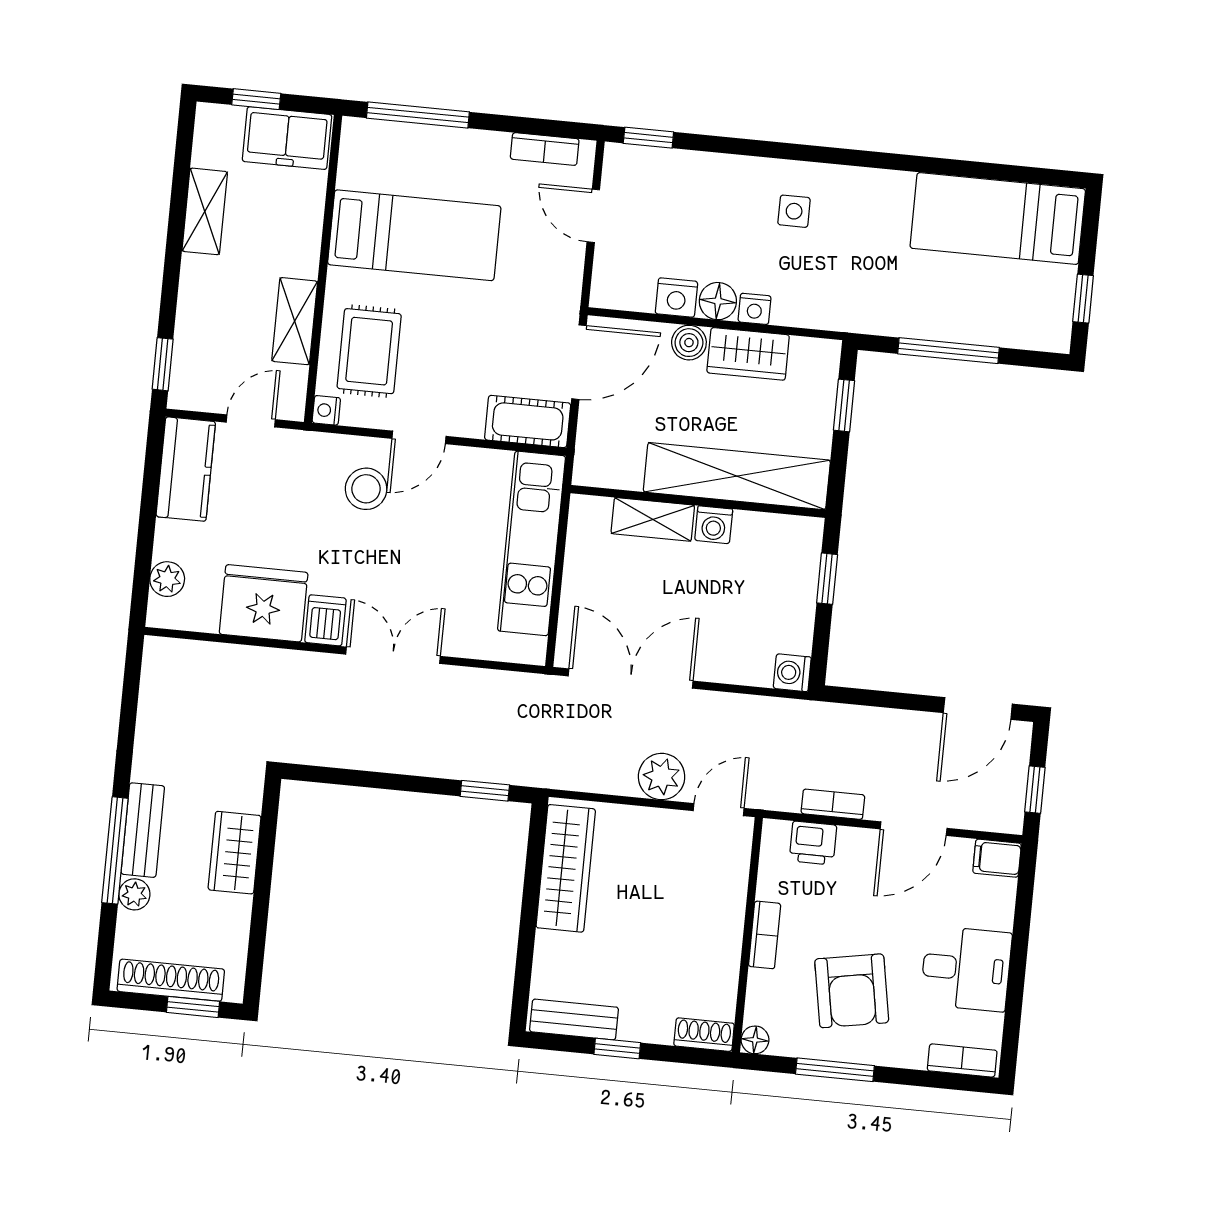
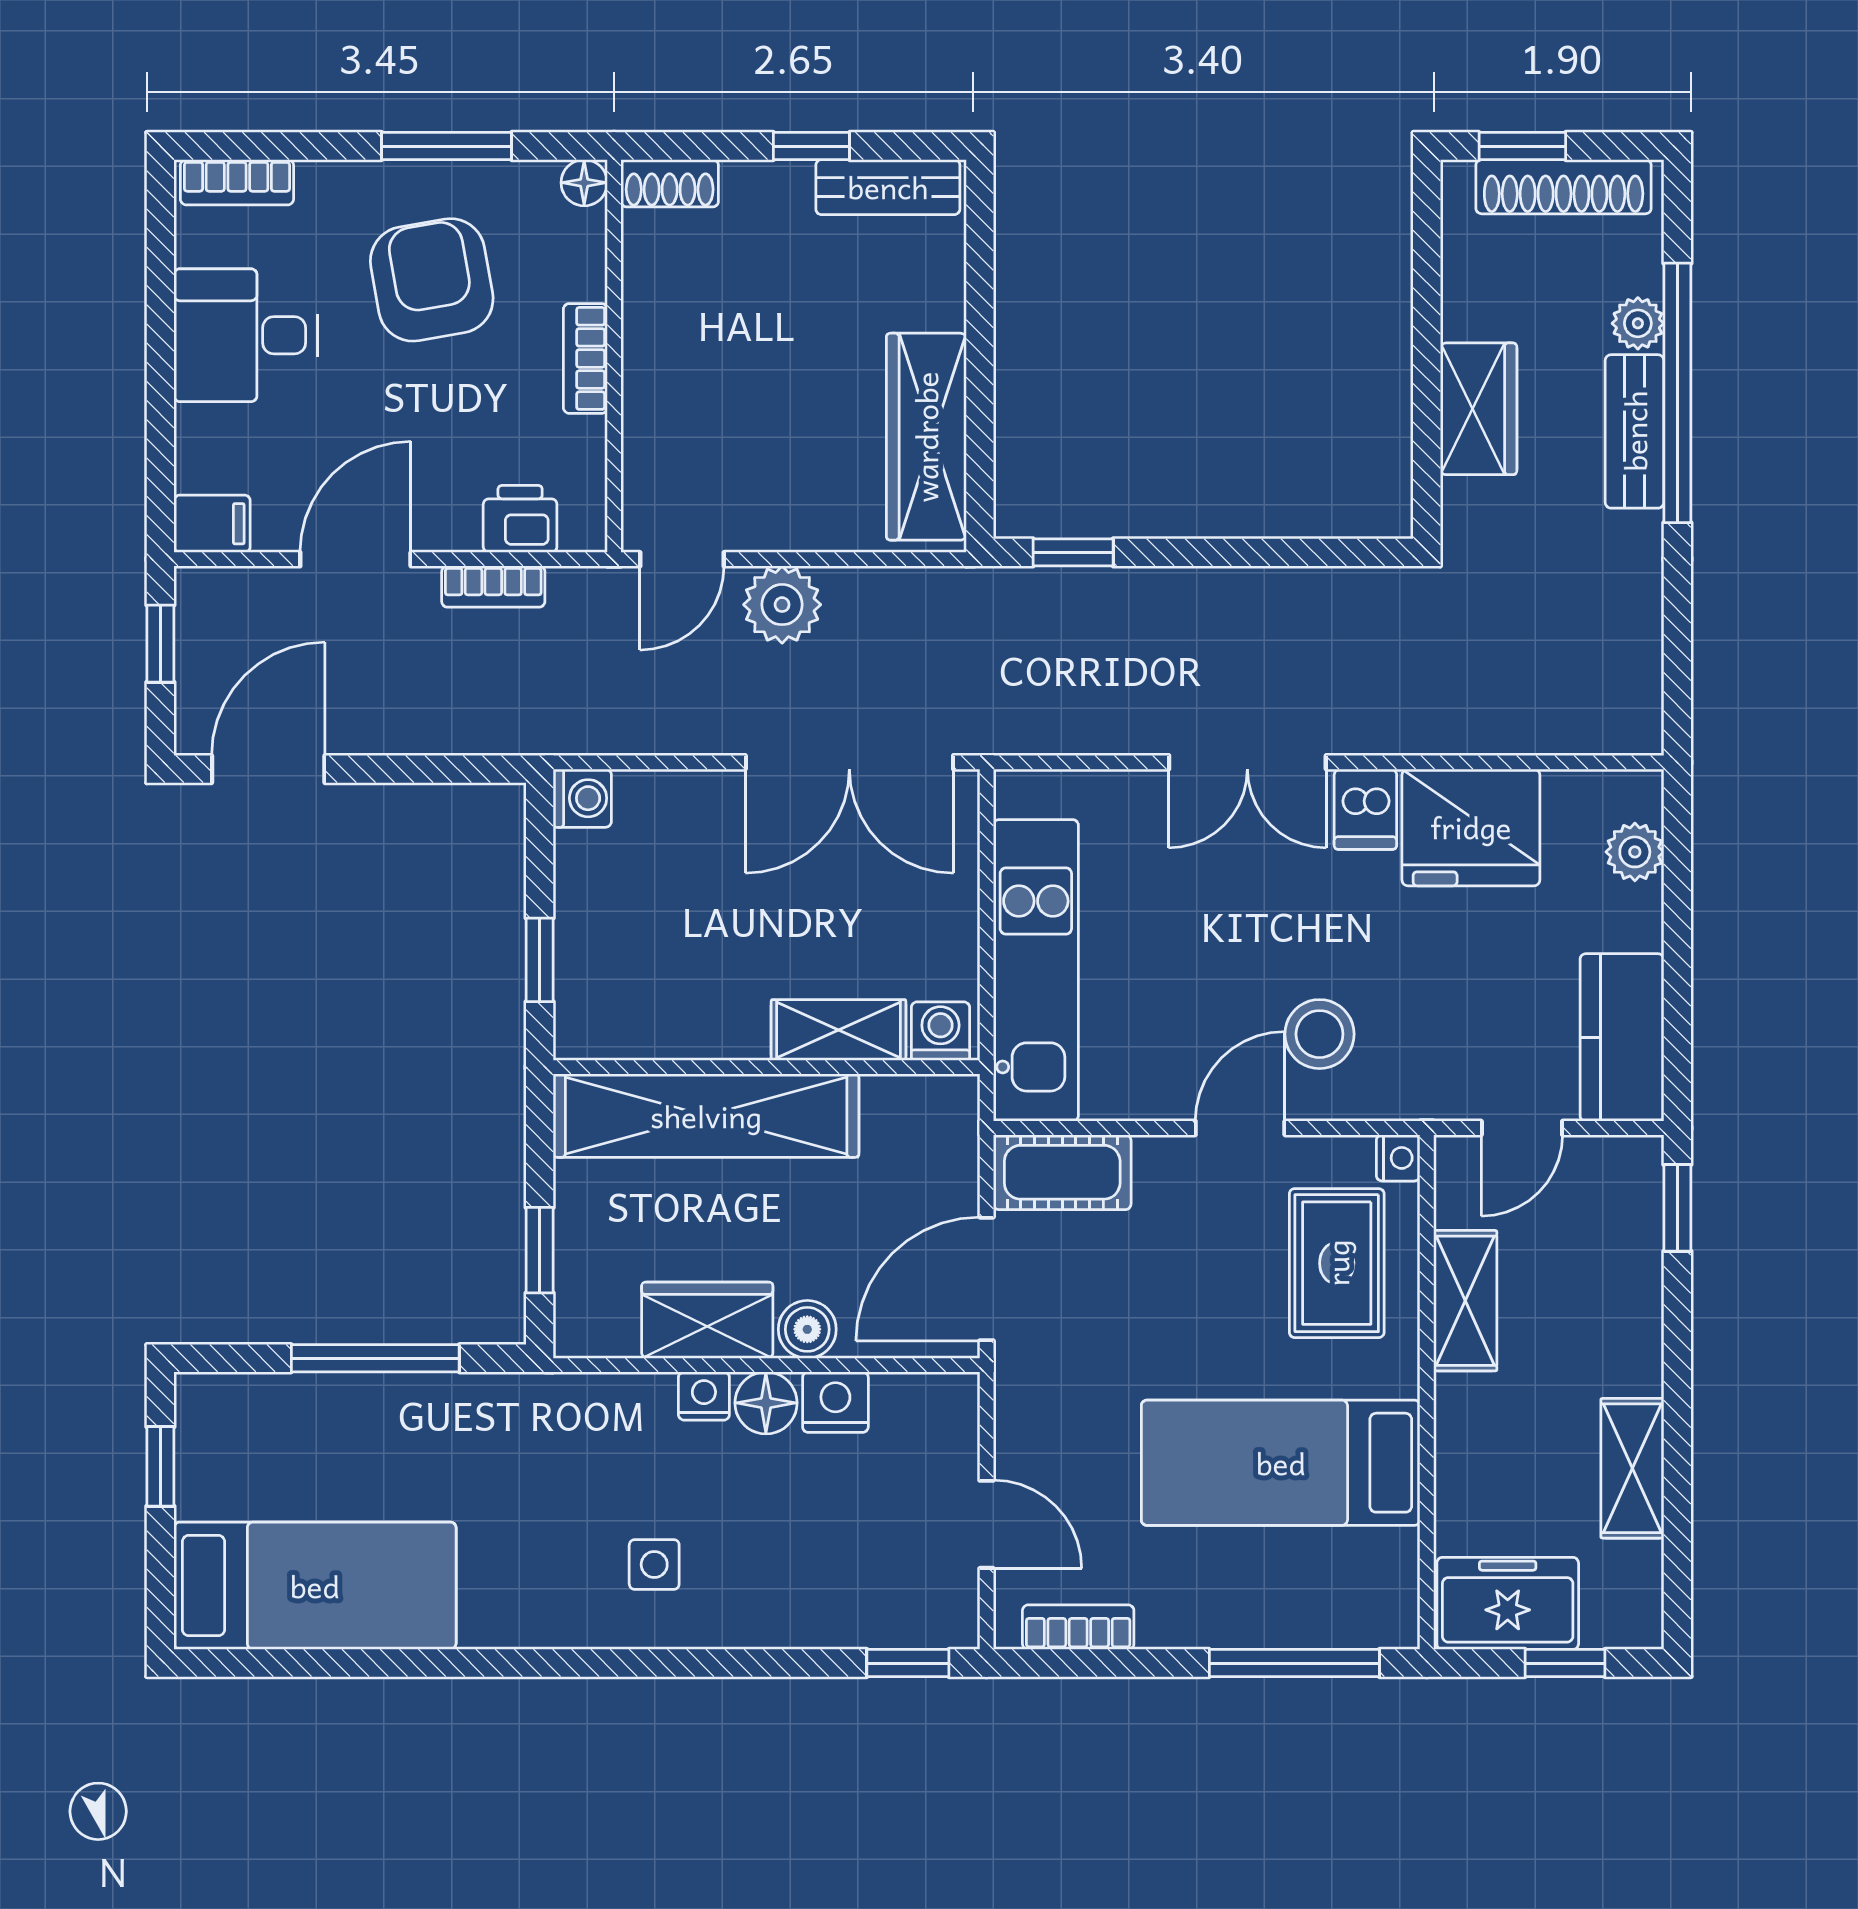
washing machine: (714, 525) -> (940, 1031), moved
window: (115, 850) -> (1677, 393), width x1.46

